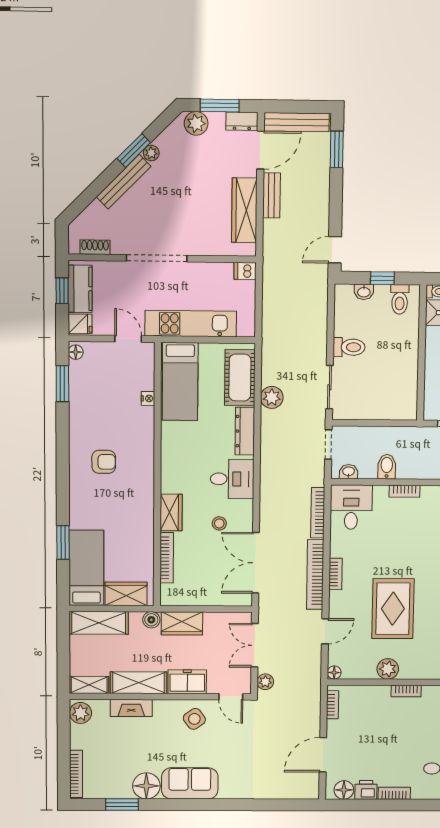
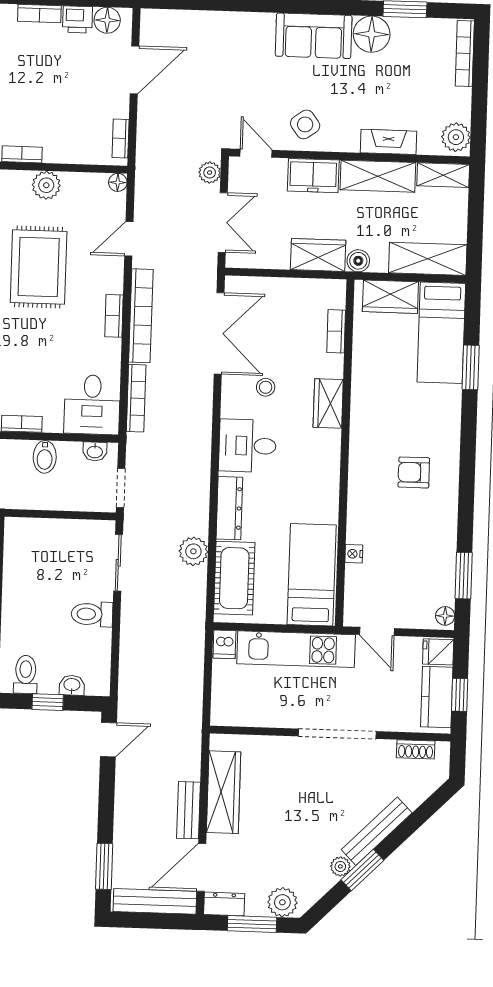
dishwasher: (245, 271) -> (224, 644), moved, turned 90
bookcase: (167, 558) -> (336, 331), width x0.64

